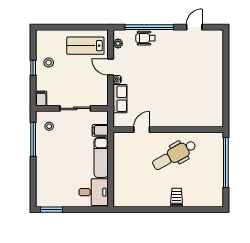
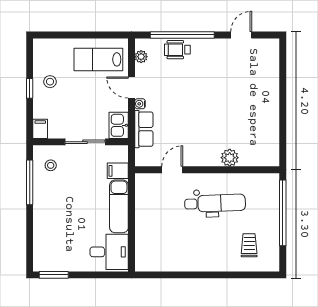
kitchen sink: (101, 96) -> (119, 125), added
plant: (185, 120) -> (230, 158), added
dental chair: (174, 155) -> (215, 203), turned -153
trolley: (177, 197) -> (249, 245), moved

